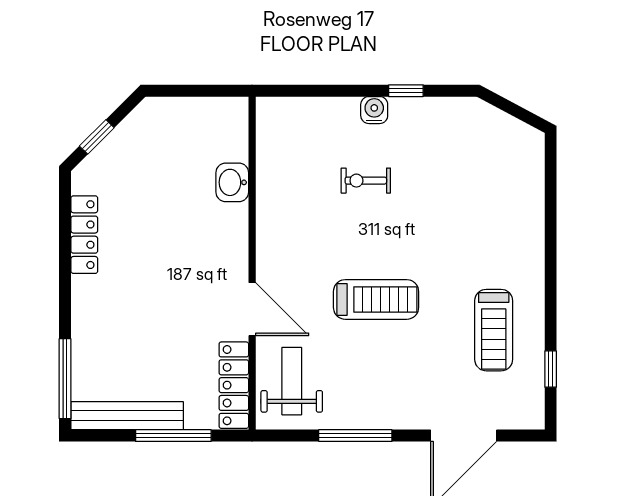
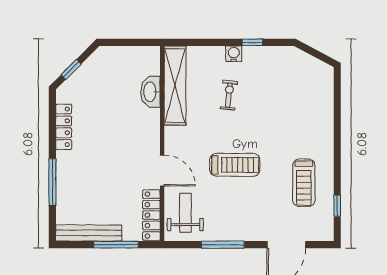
shelving: (274, 164) -> (175, 86), added
exercise bike: (366, 181) -> (229, 95), turned 96
washbasin: (232, 182) -> (150, 92), width x1.38
window: (65, 379) -> (52, 182), moved

